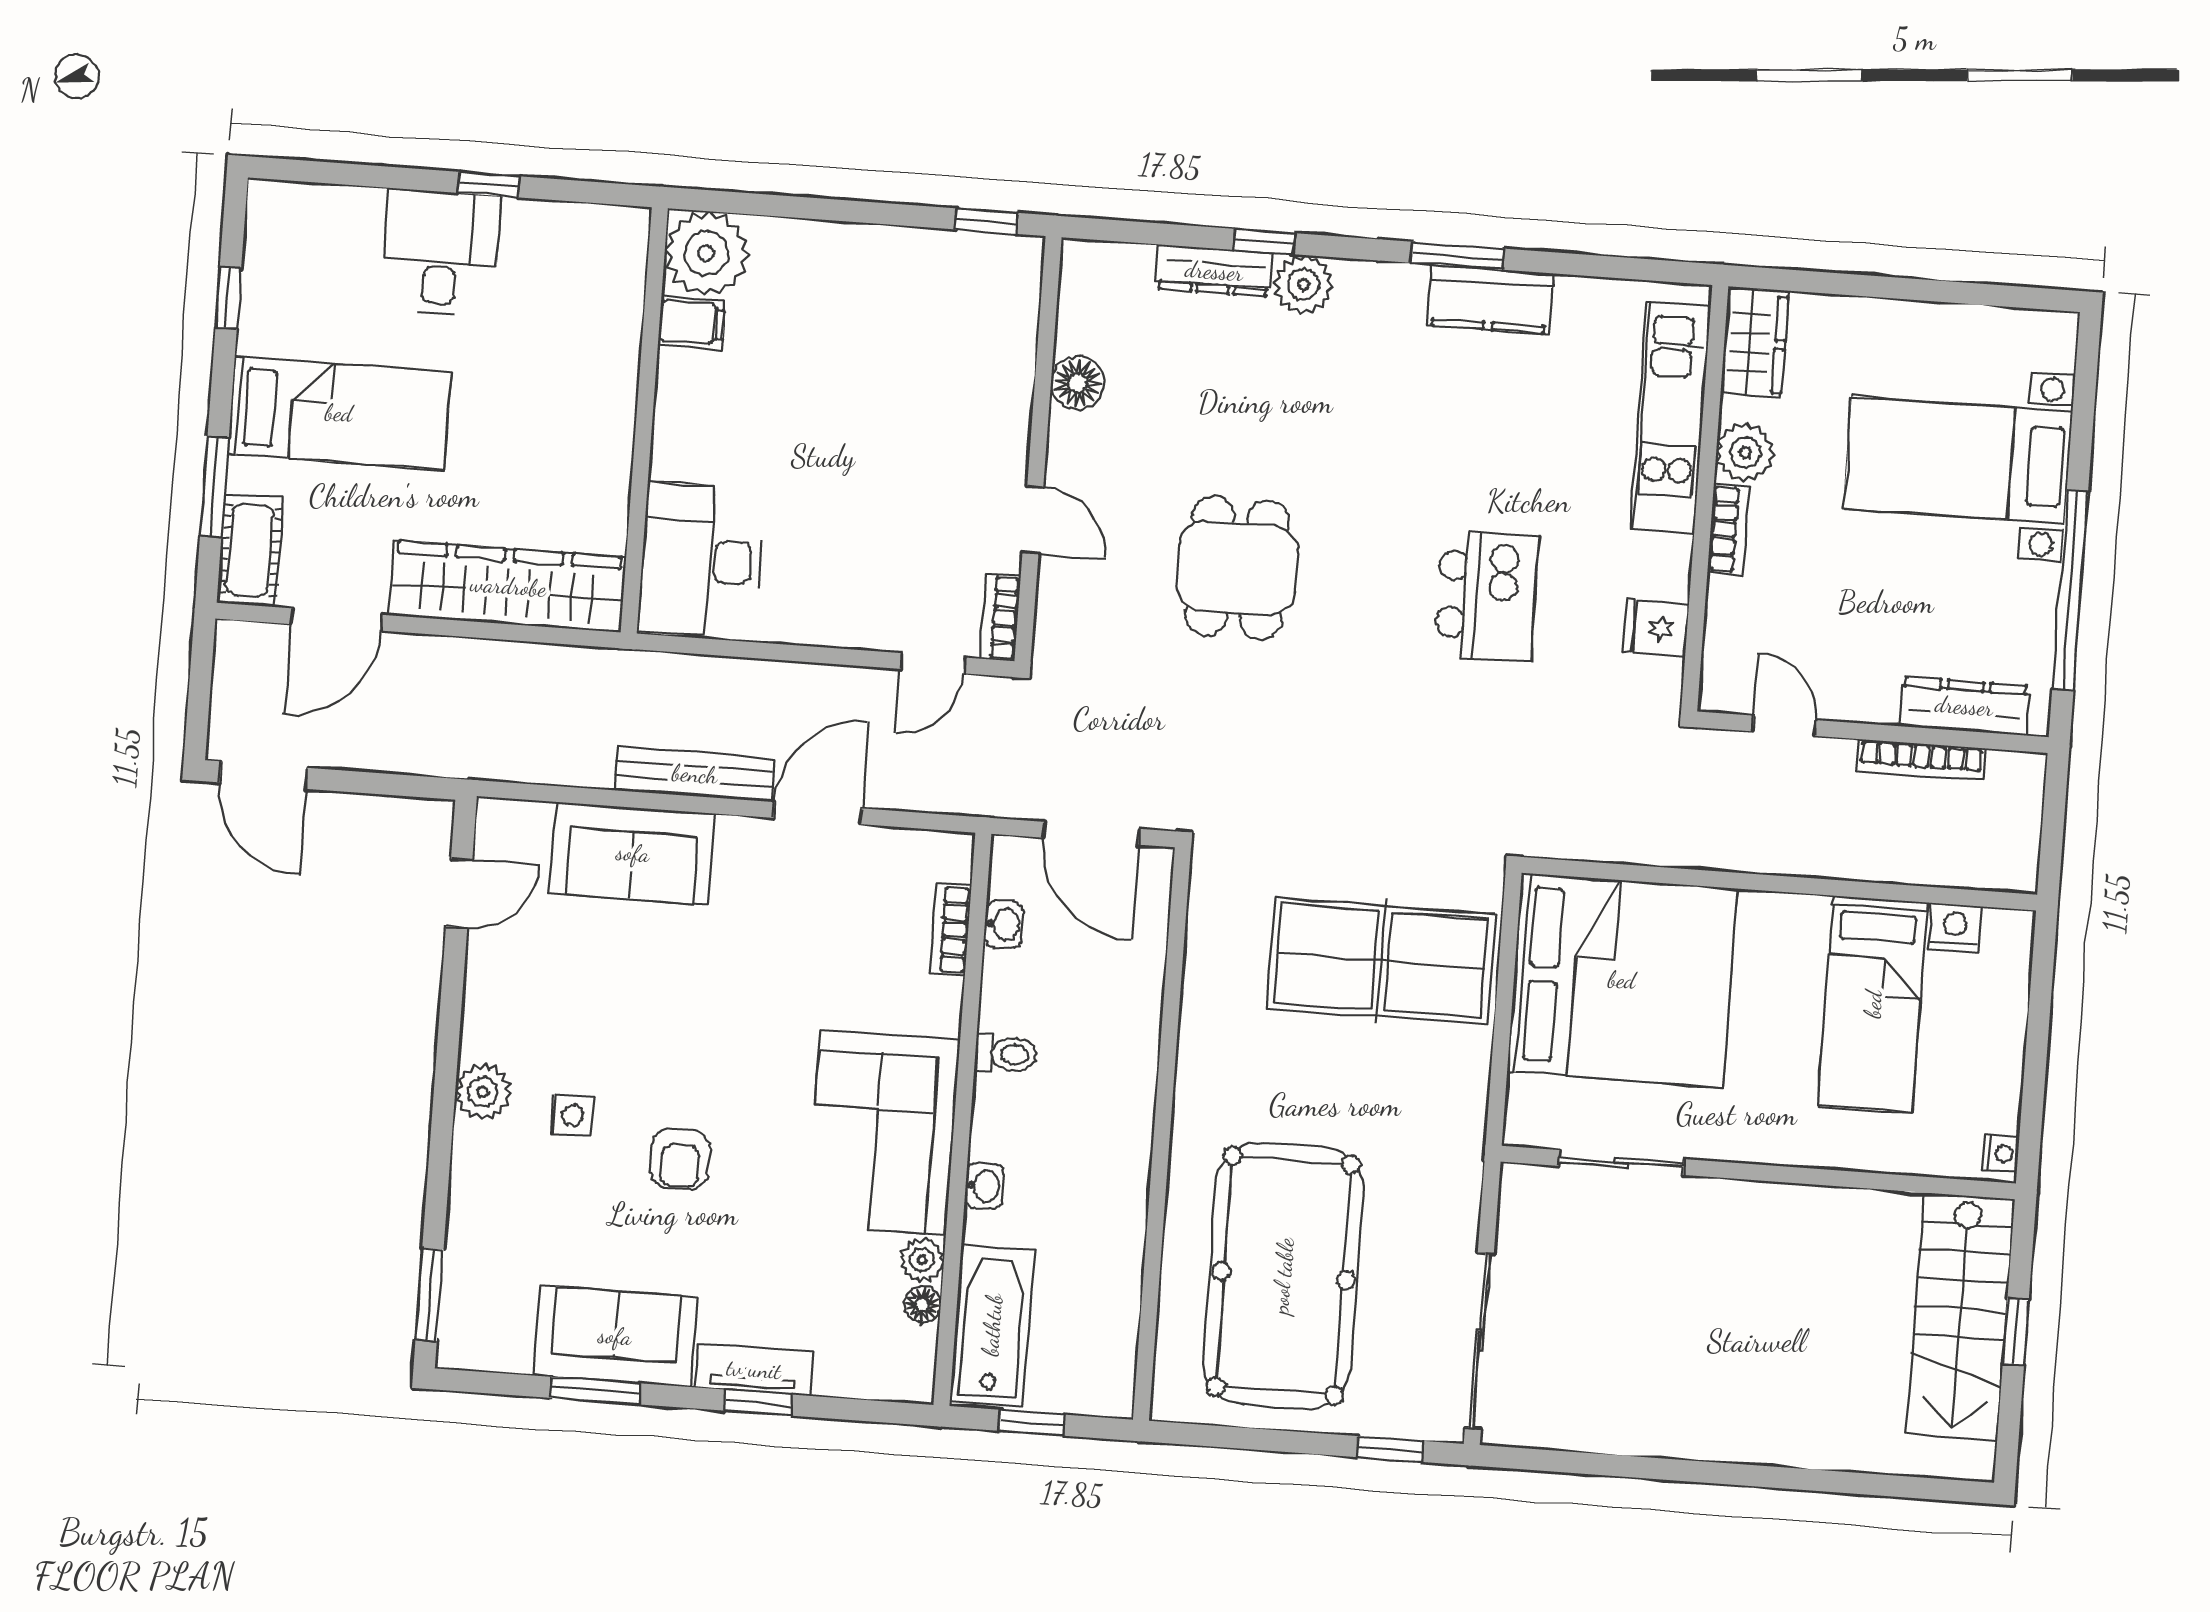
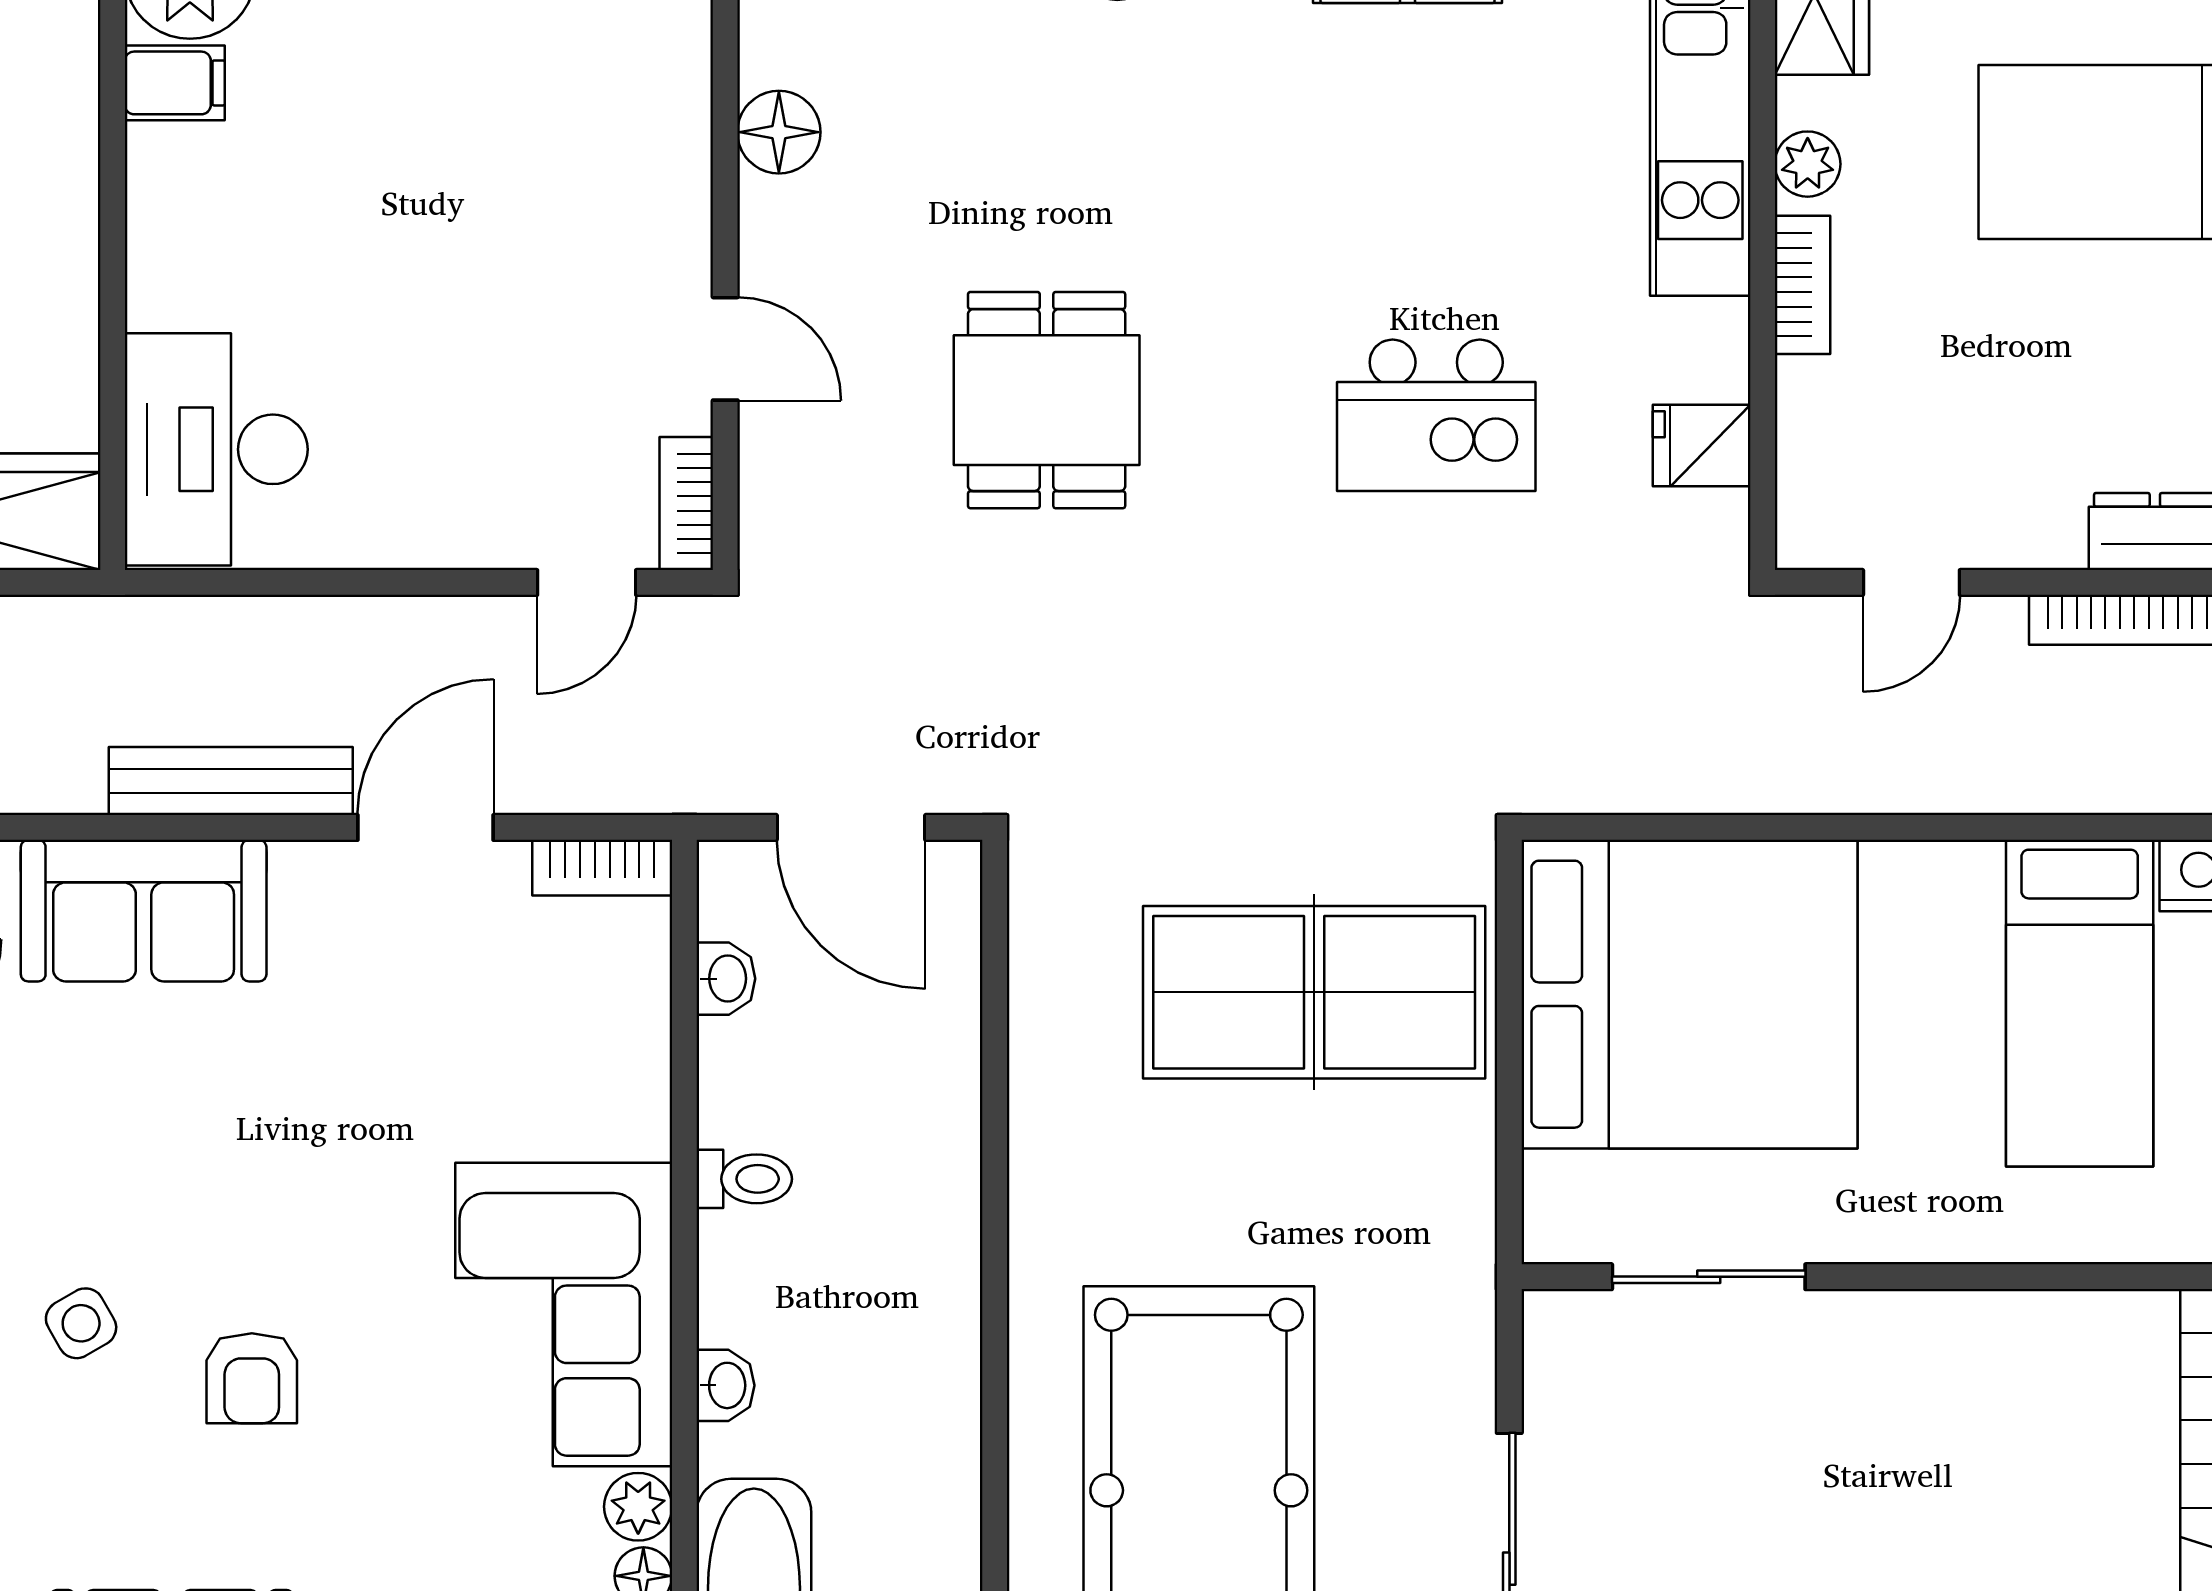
plant: (1745, 453) -> (1808, 164), width x0.73, depth x0.73
kitchen island: (1487, 596) -> (1436, 415), turned 90
door: (1784, 726) -> (1911, 582), swing flipped
bookcase: (950, 929) -> (602, 868), moved, turned -90
side table: (573, 1116) -> (81, 1323), turned -30

